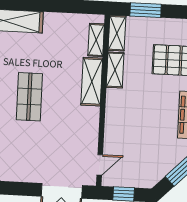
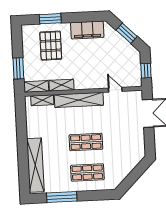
shelving: (92, 82) -> (79, 100), width x1.47
door: (100, 165) -> (115, 90), moved

